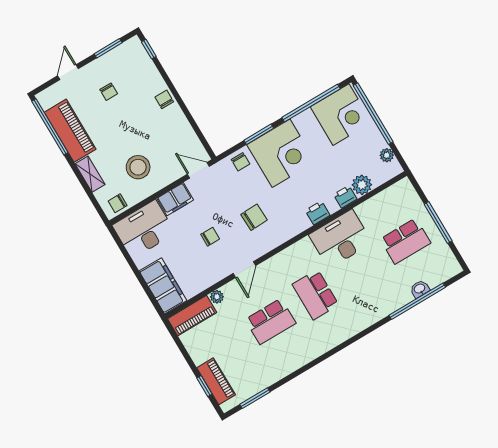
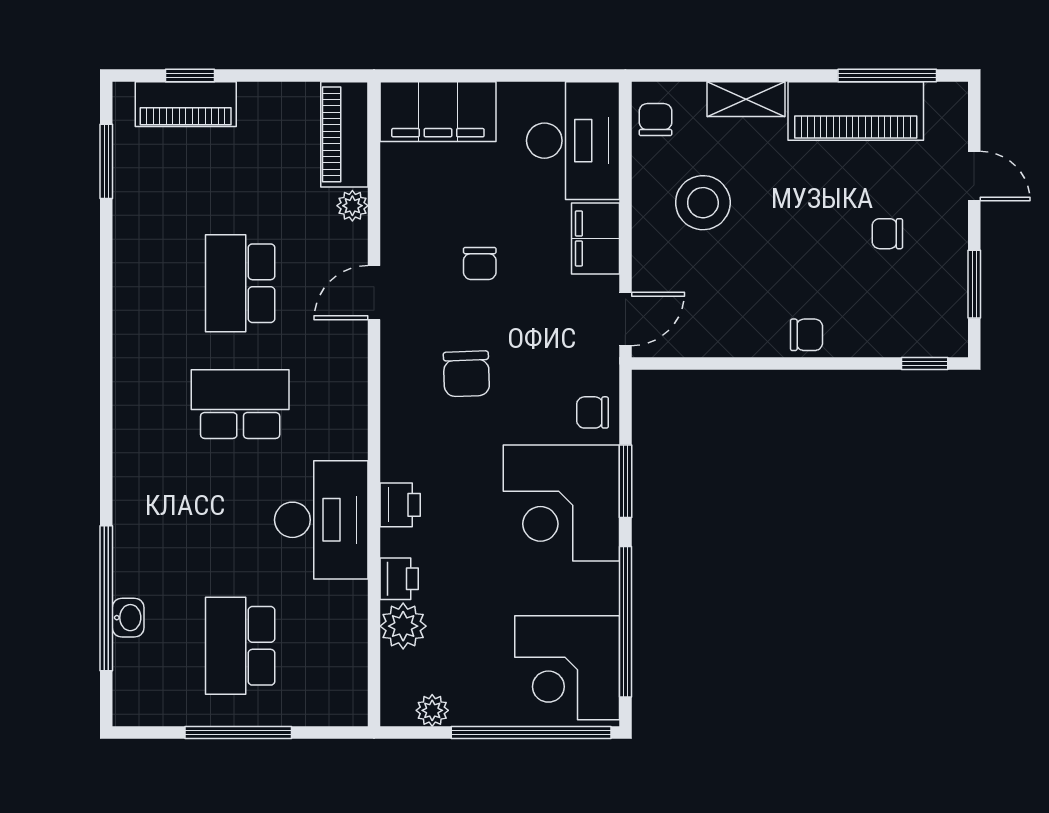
window: (50, 127) -> (887, 76), width x0.68
door: (244, 270) -> (374, 293), hinge flipped

